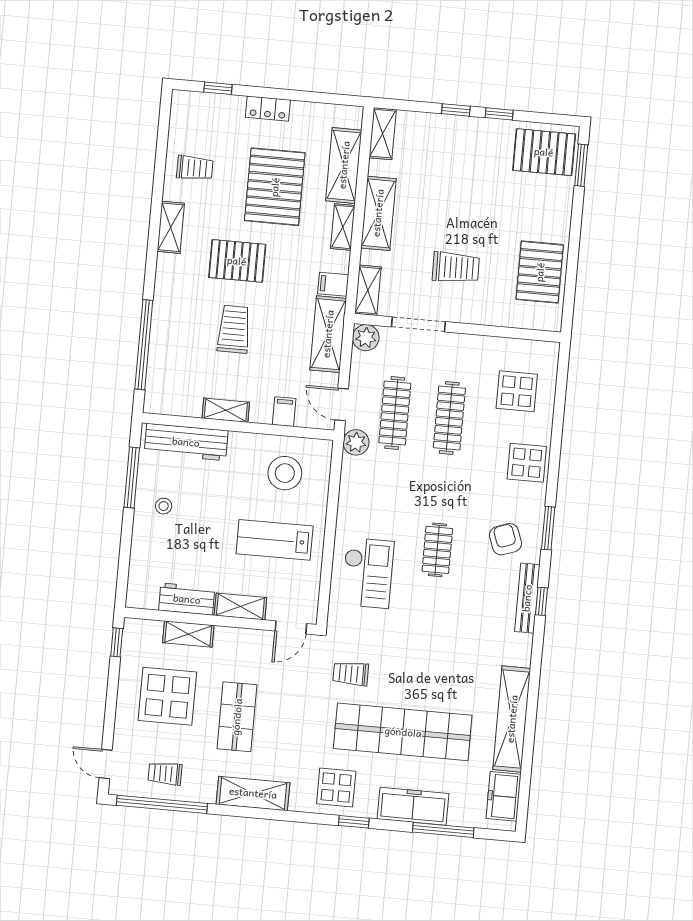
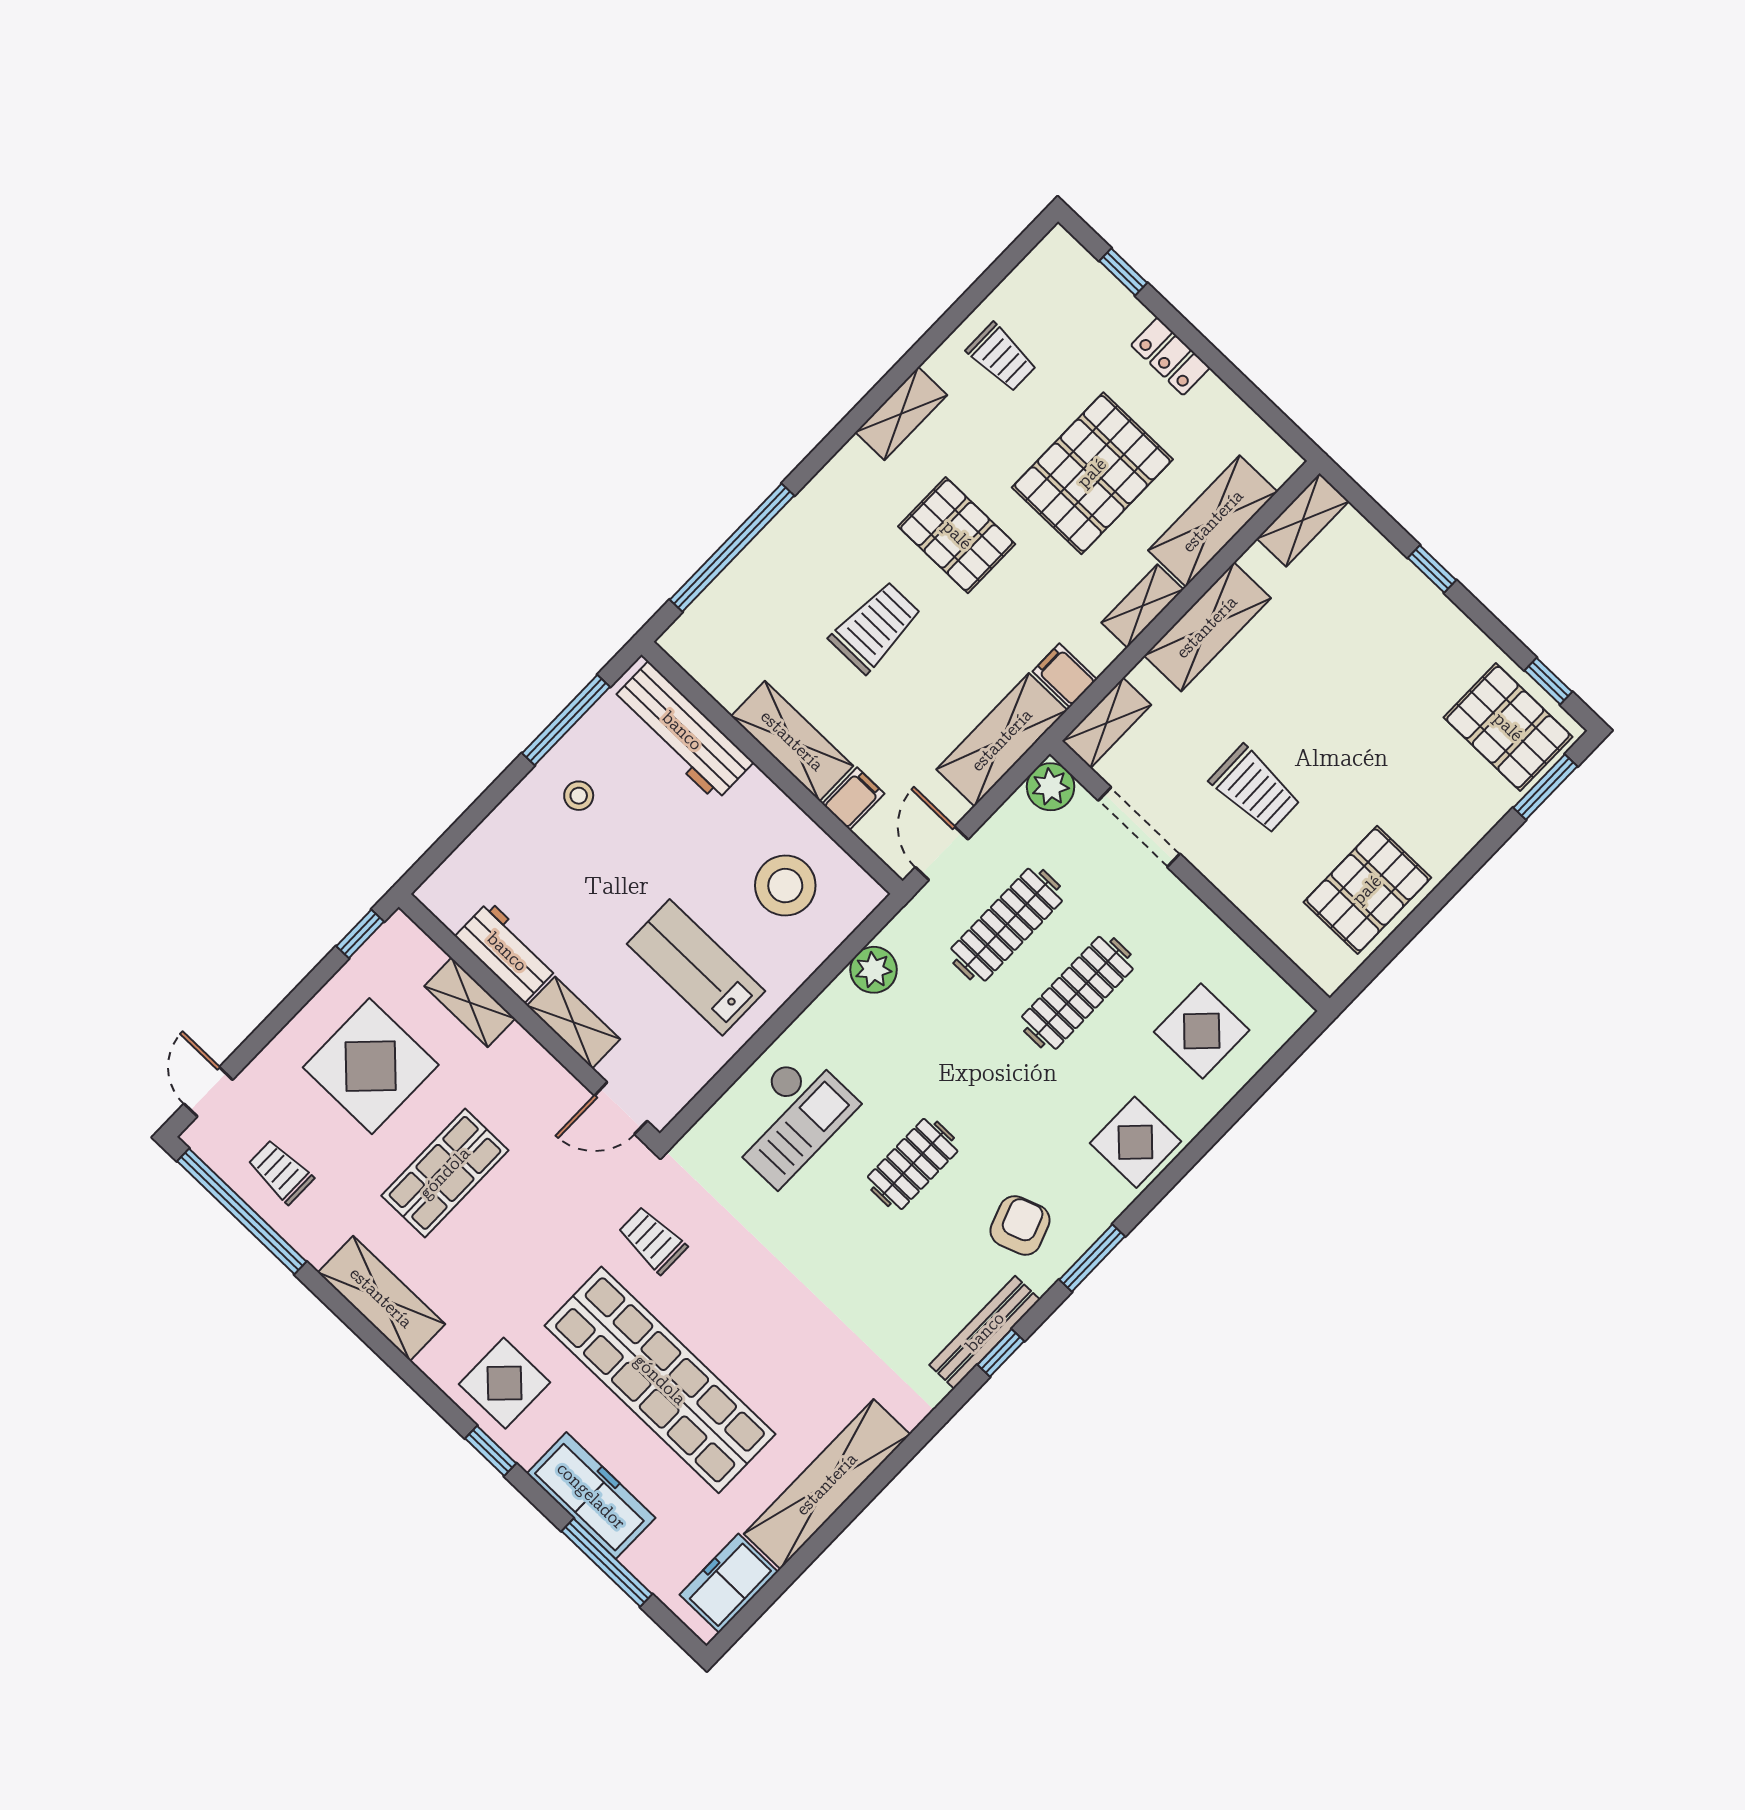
window: (499, 114) -> (1548, 681), moved
shelving: (226, 410) -> (792, 741), width x1.50, depth x1.33
plant: (356, 442) -> (874, 970), moved

